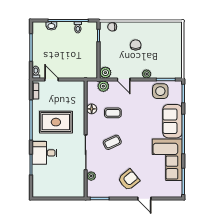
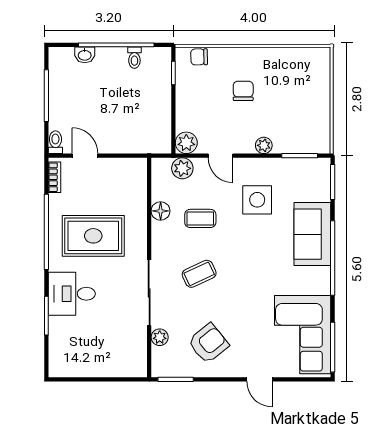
side table: (160, 91) -> (257, 200), moved
corner sofa: (167, 160) -> (303, 335), moved
armchair: (129, 180) -> (208, 343), moved

